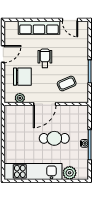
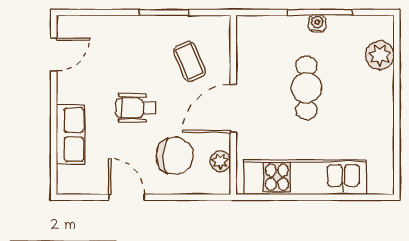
row of seats: (39, 28) -> (71, 135), width x0.68
chair: (22, 77) -> (175, 156), turned 90
door: (45, 104) -> (233, 109), swing flipped
kitchen unit: (33, 171) -> (305, 177), moved, turned 90

